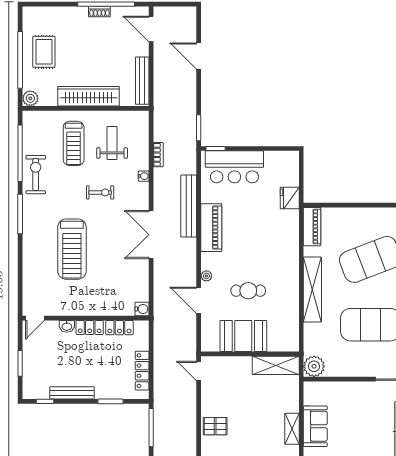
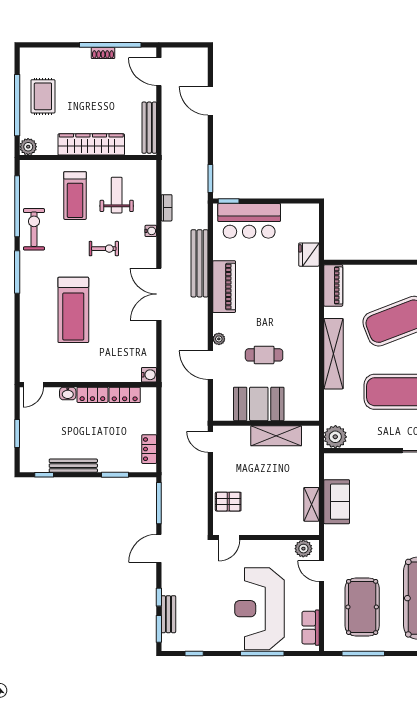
shelving: (276, 365) -> (276, 436), moved
locker: (142, 371) -> (149, 449), width x0.66

